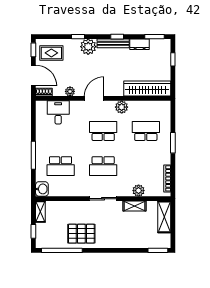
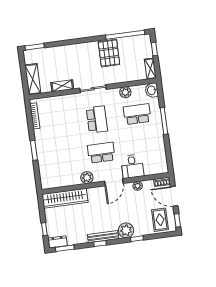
dresser: (140, 44) -> (58, 242), moved
rug: (51, 53) -> (160, 220), turned 90
desk: (58, 112) -> (132, 166), moved
school desk: (103, 131) -> (101, 153), turned 180
school desk: (146, 131) -> (61, 158), removed
school desk: (103, 166) -> (97, 120), turned 90
plant: (139, 191) -> (125, 92), moved
pallet: (81, 234) -> (109, 53), turned 90

